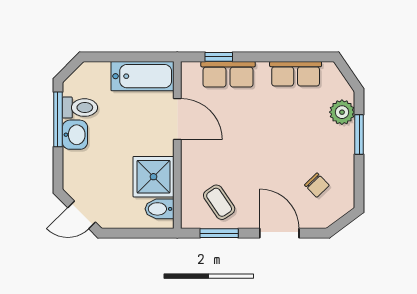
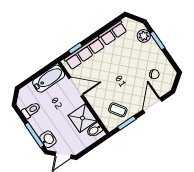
row of seats: (228, 74) -> (84, 53), width x1.48
window: (58, 119) -> (34, 135), moved
washbasin: (75, 135) -> (48, 139), moved
door: (279, 233) -> (152, 105), hinge flipped

